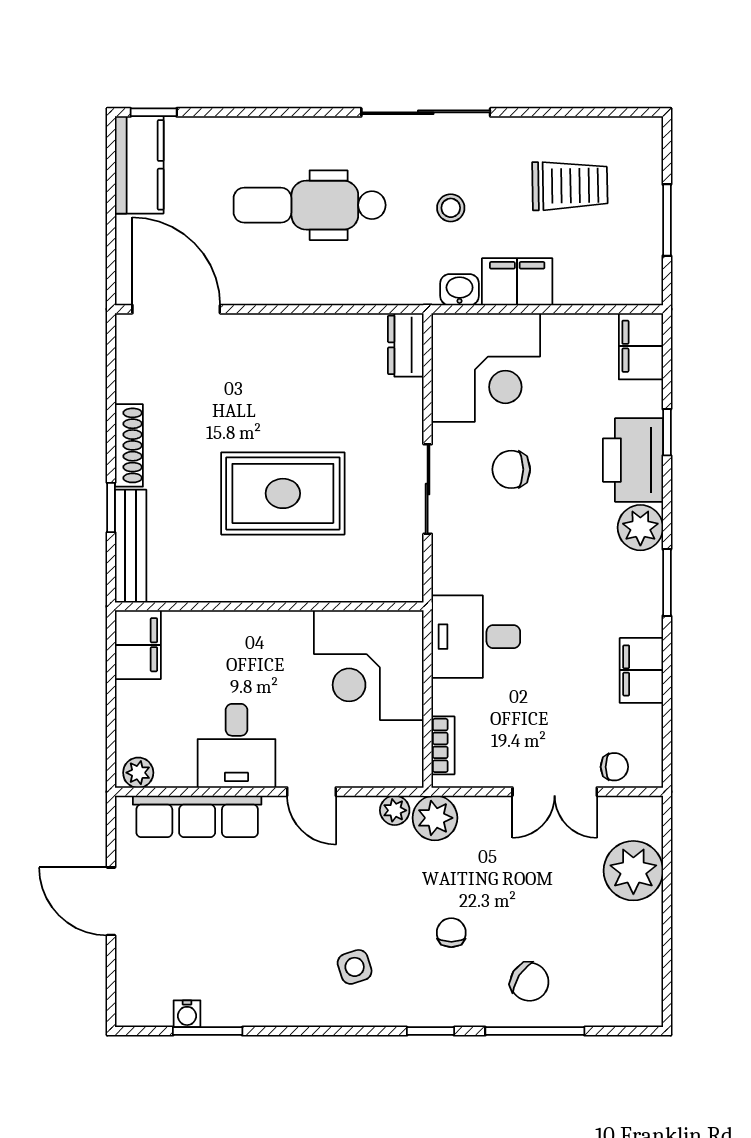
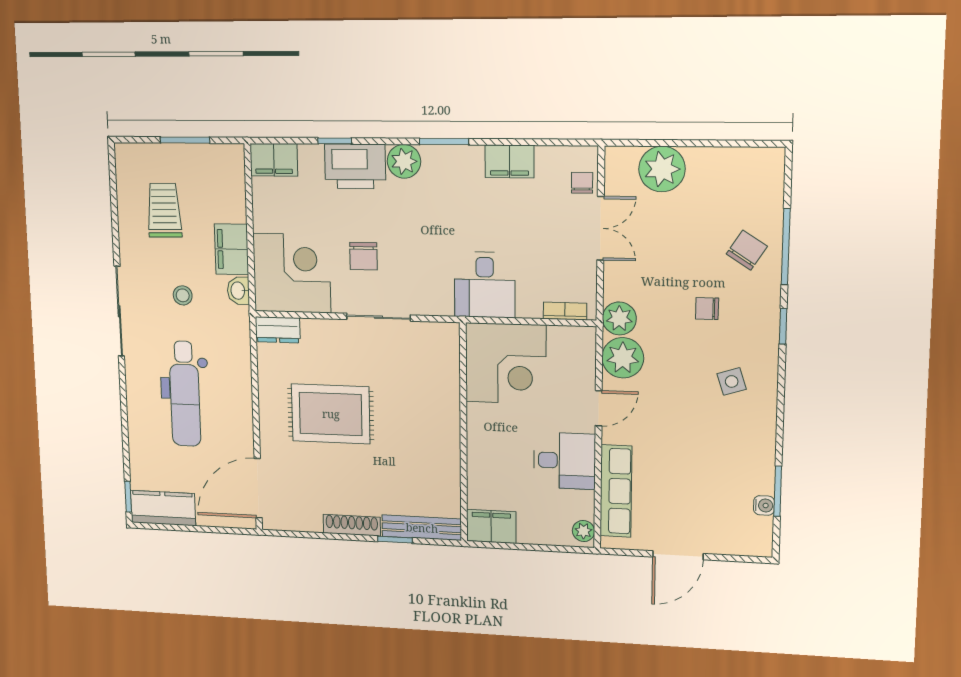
rug: (283, 493) -> (331, 414), moved, turned 90
plant: (395, 810) -> (623, 358), width x1.88, depth x1.88

